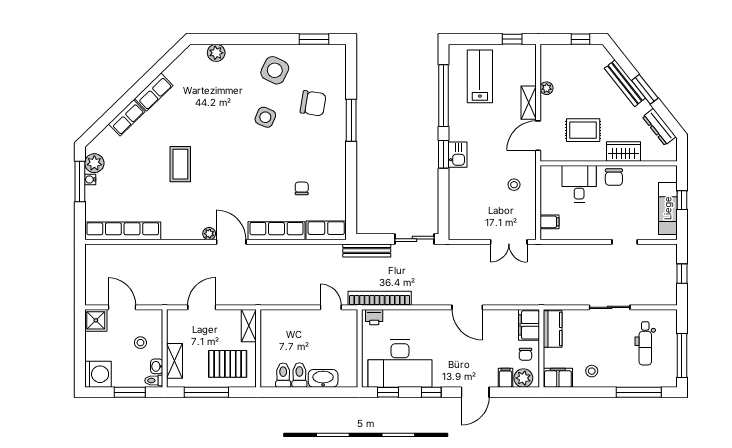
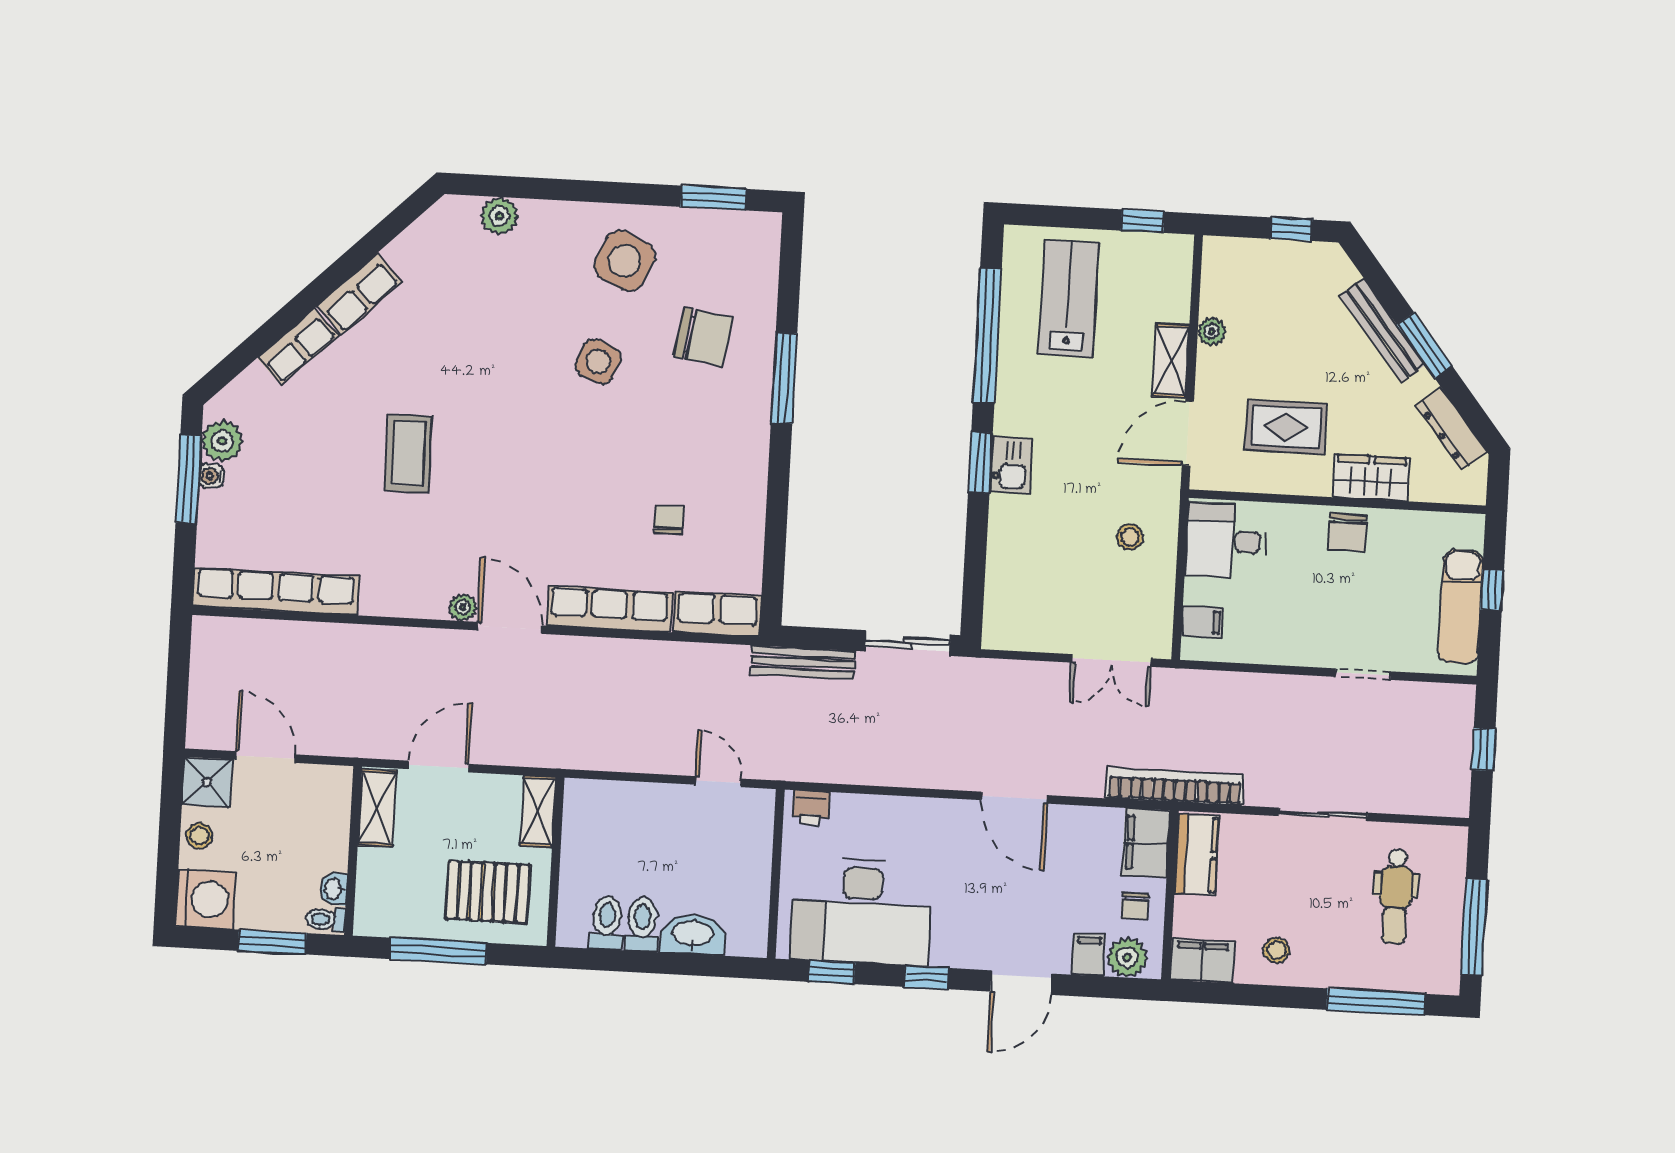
desk: (579, 184) -> (1226, 541), moved, turned -90
bookcase: (380, 298) -> (1175, 787), moved
stool: (140, 343) -> (199, 836), moved
shelving: (175, 361) -> (377, 808), moved

